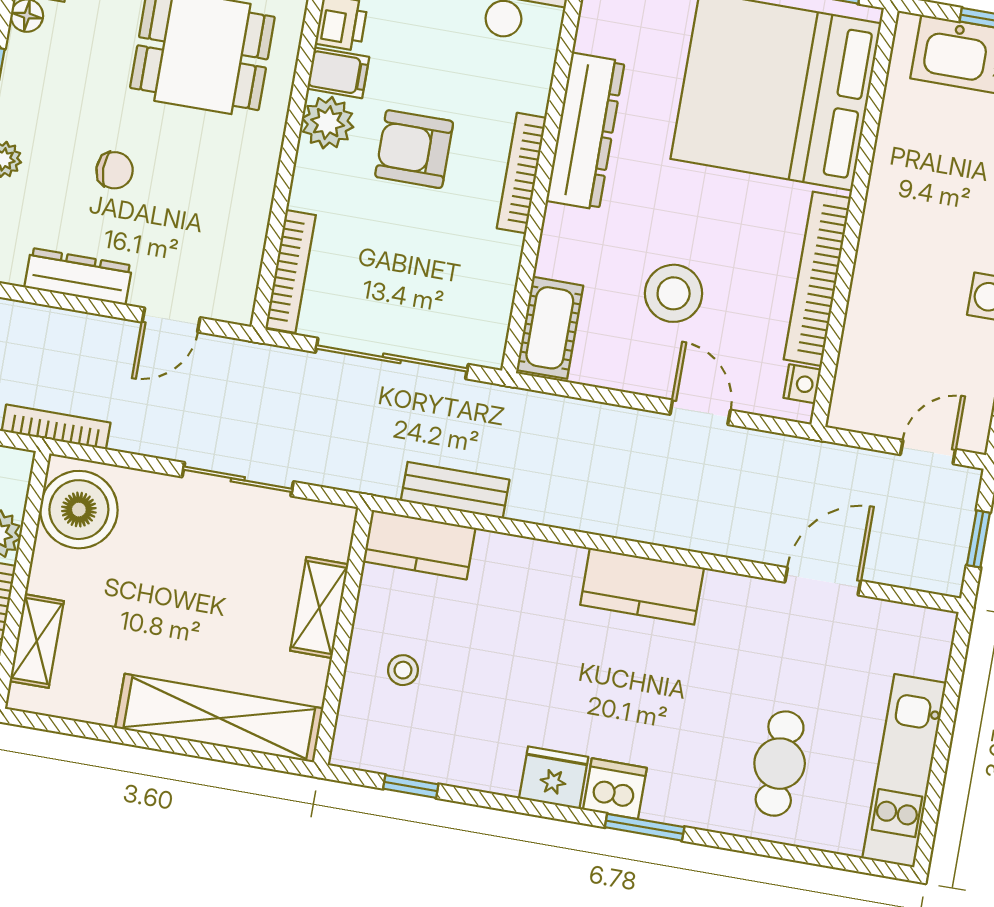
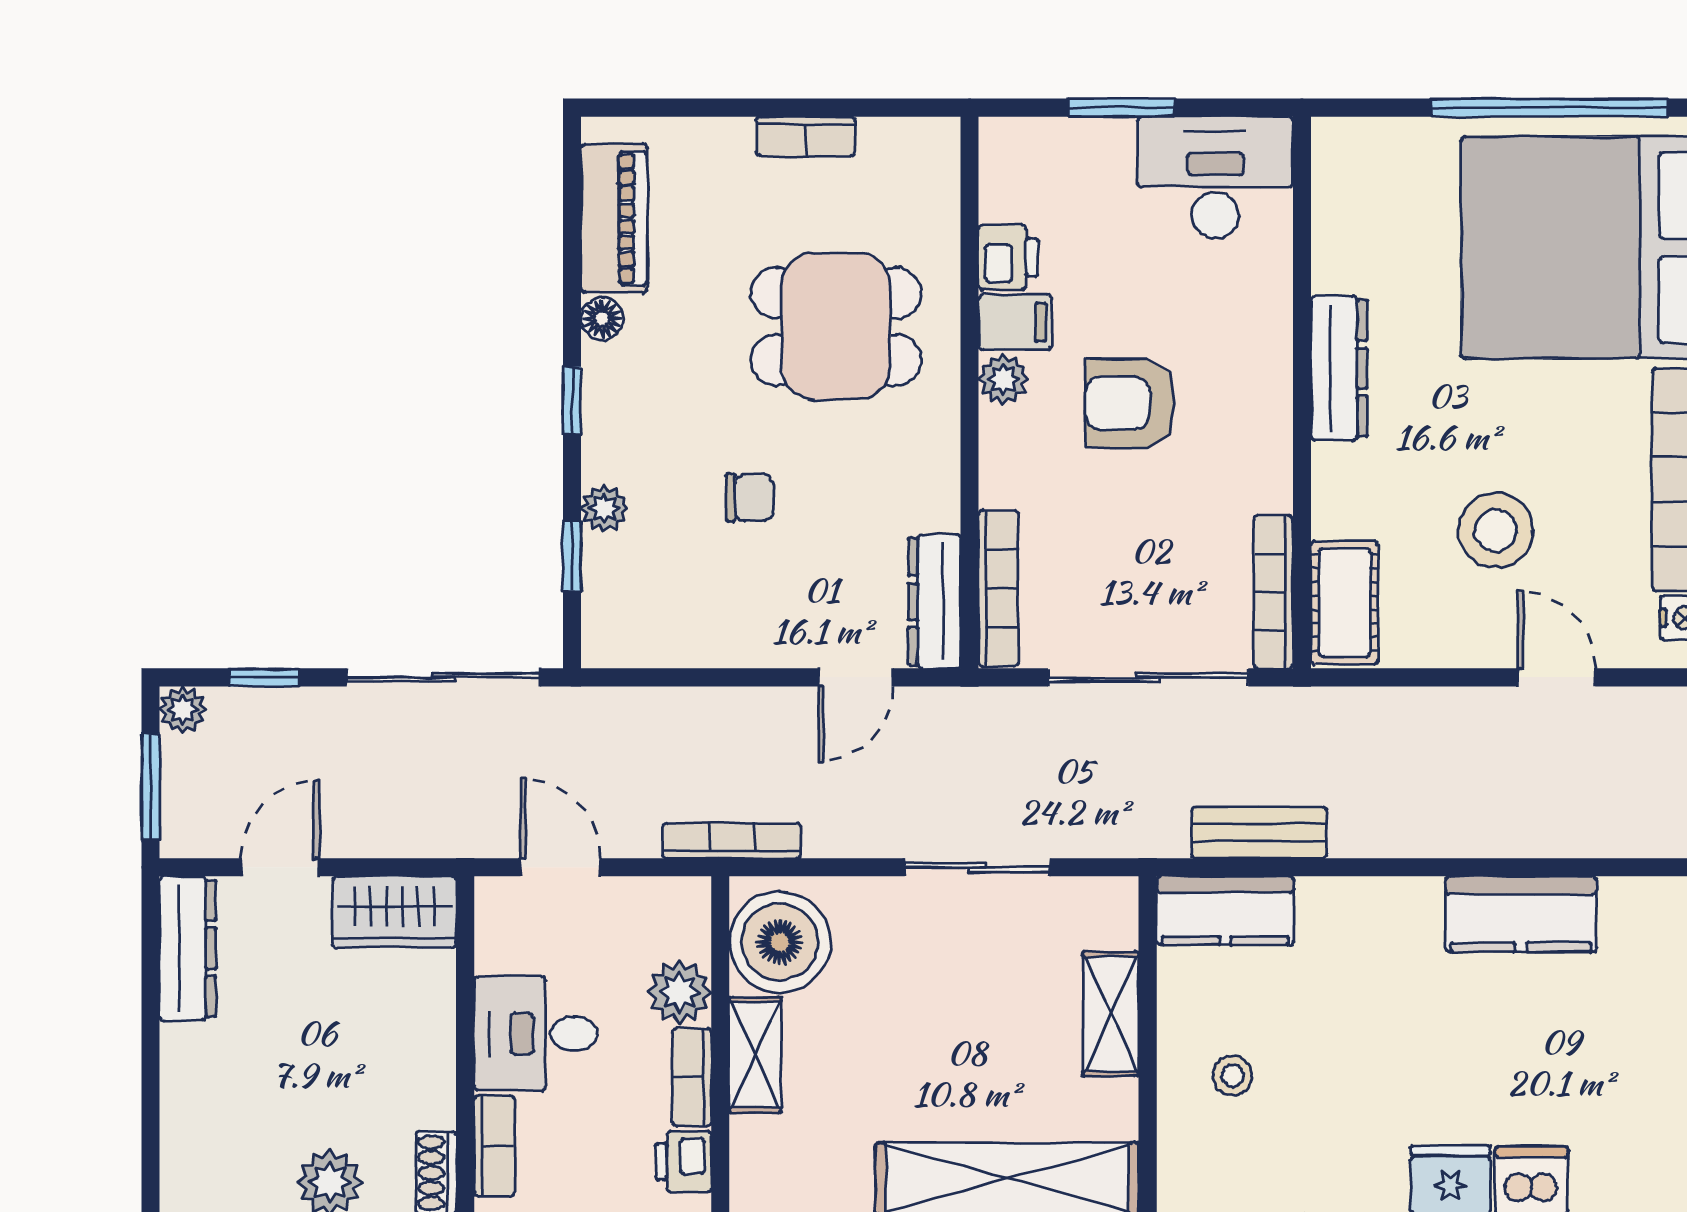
plant: (328, 123) -> (1003, 379), width x0.73, depth x0.73
dresser: (585, 131) -> (1339, 368), width x0.73, depth x0.80
bookcase: (522, 173) -> (1273, 592), moved
dresser: (78, 276) -> (934, 601), moved, turned -90
shelving: (37, 641) -> (755, 1055), moved

